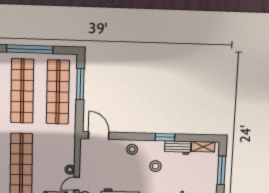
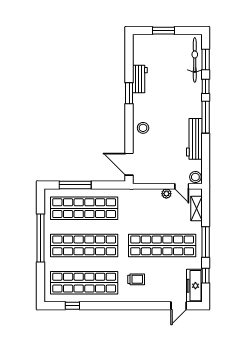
door: (99, 136) -> (129, 164), hinge flipped
shelving: (203, 147) -> (138, 52), removed
stool: (156, 166) -> (161, 102), removed
window: (221, 170) -> (163, 31), width x0.69

